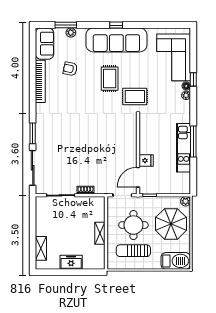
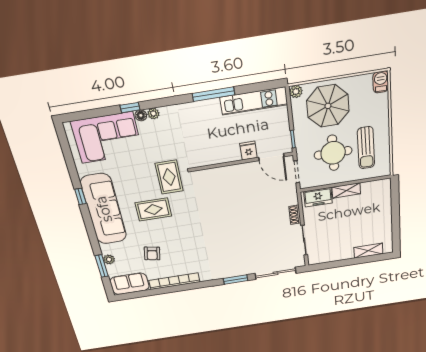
window: (116, 25) -> (80, 196), moved
kitchen unit: (184, 148) -> (254, 101), moved
barbecue: (176, 261) -> (381, 82), width x0.53, depth x0.65
freezer: (71, 262) -> (318, 197), moved, turned -90

